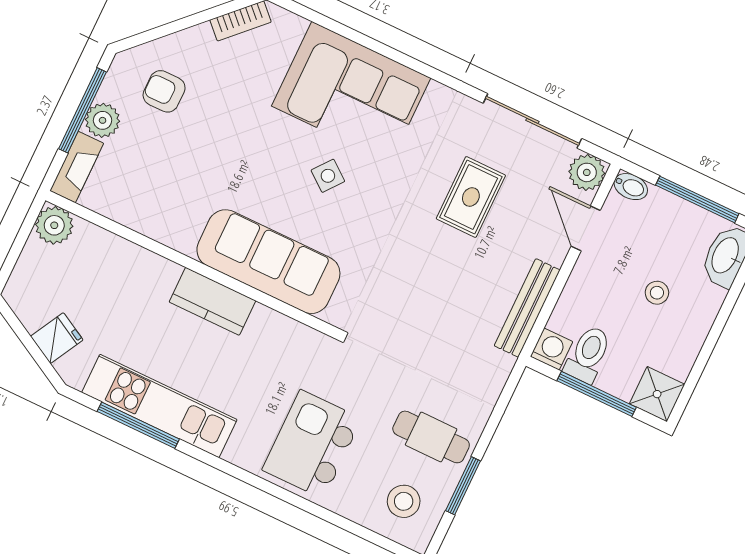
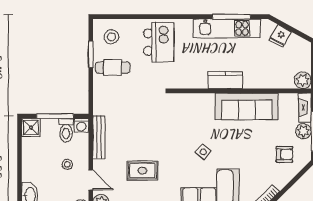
rug: (471, 197) -> (142, 171), turned 90
sofa: (268, 262) -> (247, 106), moved
stool: (657, 293) -> (67, 164), moved

